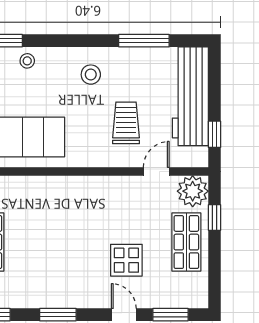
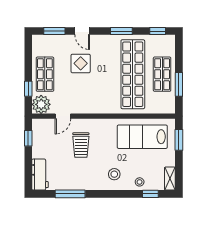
stool: (91, 75) -> (114, 174), moved
workbench: (190, 96) -> (40, 175), width x0.53, depth x0.76
shop shelf: (39, 242) -> (133, 74), added

